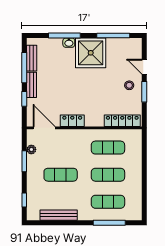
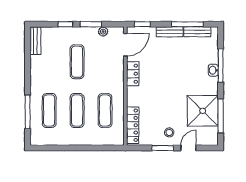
shower: (91, 53) -> (203, 111), moved
window: (24, 99) -> (142, 24), moved
window: (24, 200) -> (65, 24), moved
bench: (59, 215) -> (35, 41), moved, width x0.73

